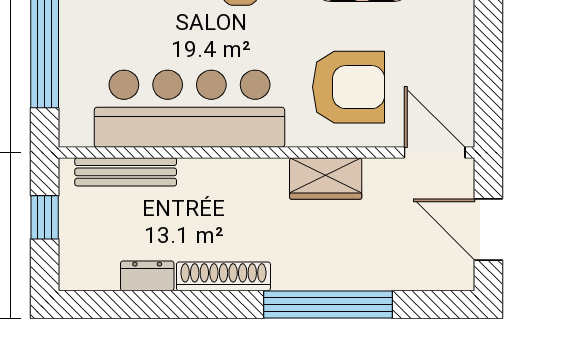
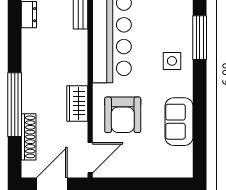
shoe rack: (223, 276) -> (29, 137), moved

